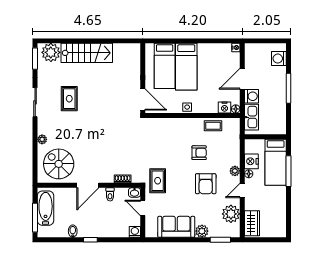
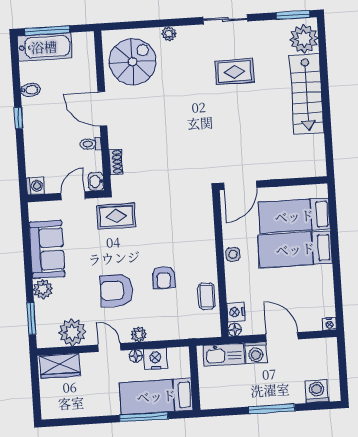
bathtub: (46, 208) -> (44, 47), moved

